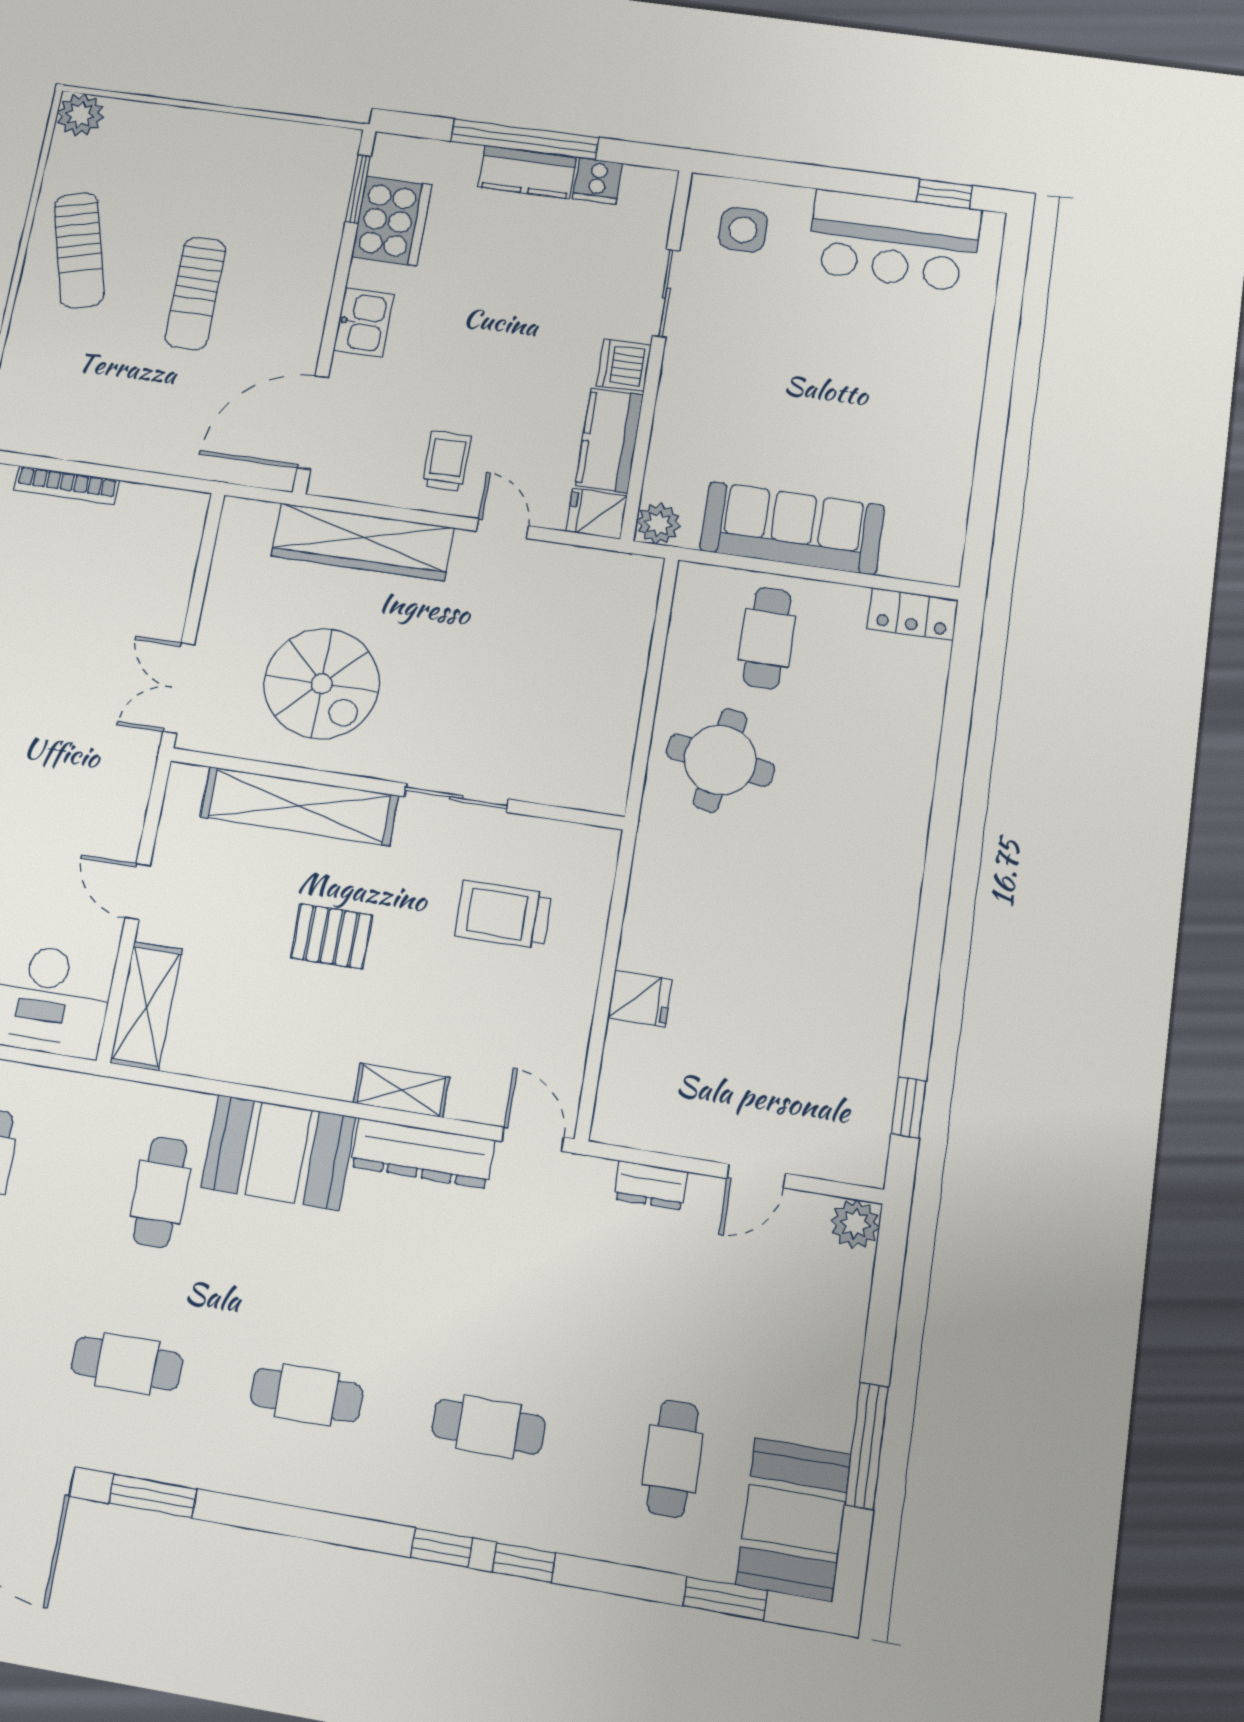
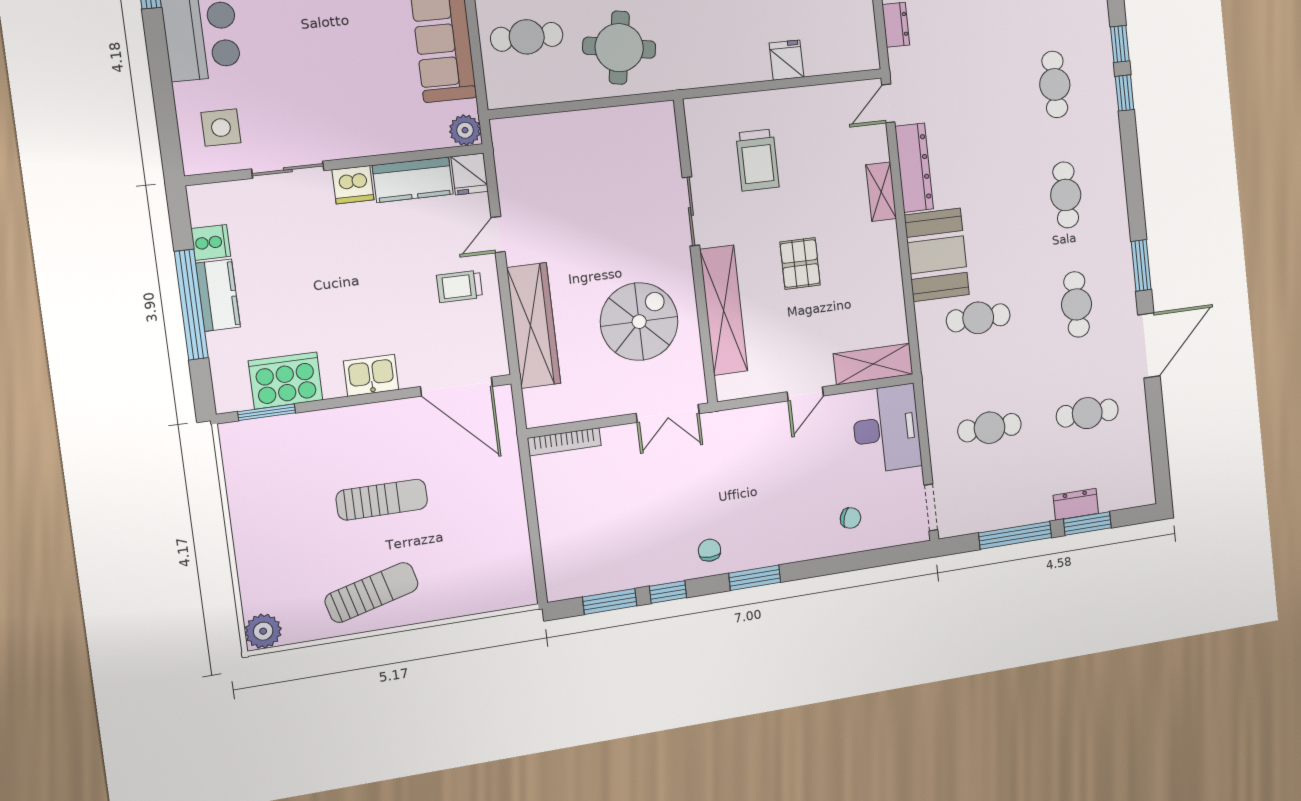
bookcase: (67, 485) -> (564, 442), moved, turned 90

